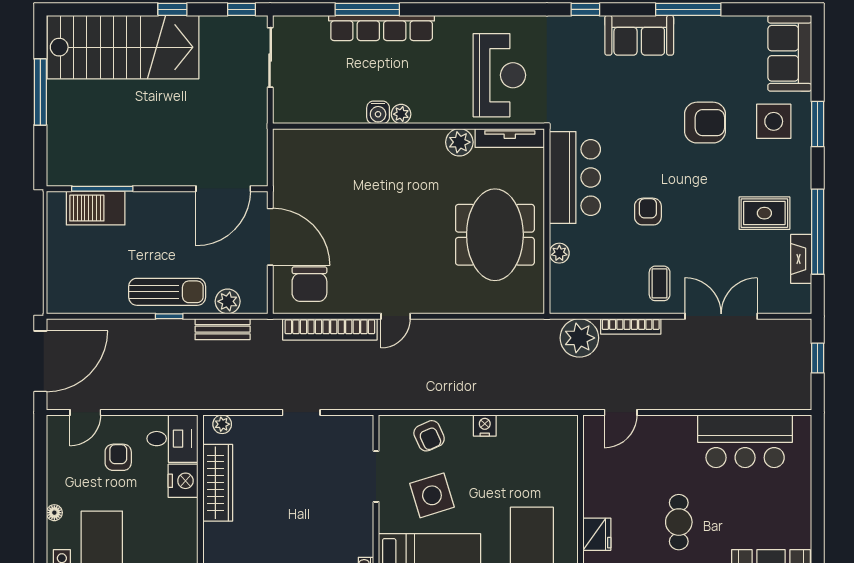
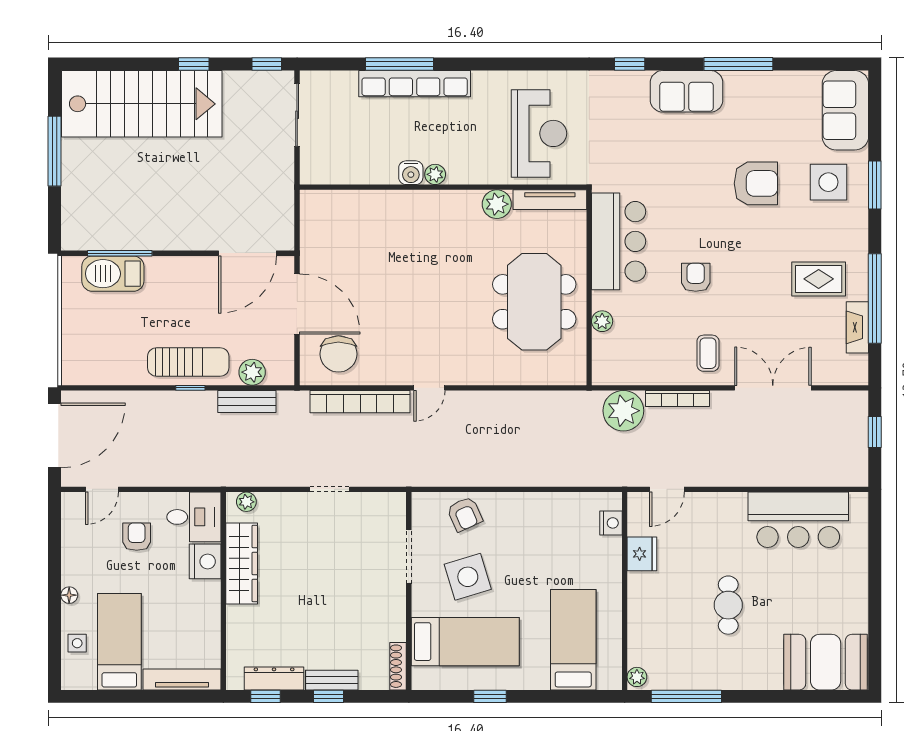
nightstand: (485, 425) -> (611, 523), moved, turned 90
fridge: (597, 534) -> (642, 554), moved

